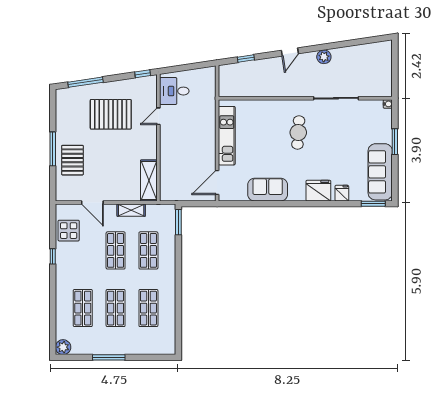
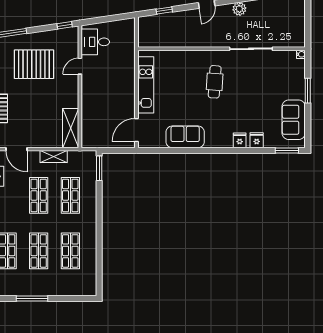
sofa: (380, 172) -> (294, 120), width x0.73
fridge: (318, 191) -> (240, 140), width x0.53, depth x0.75

